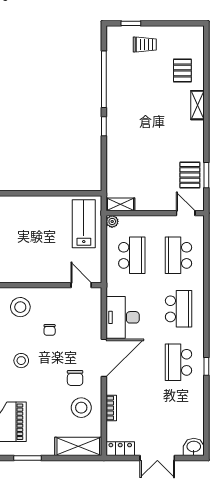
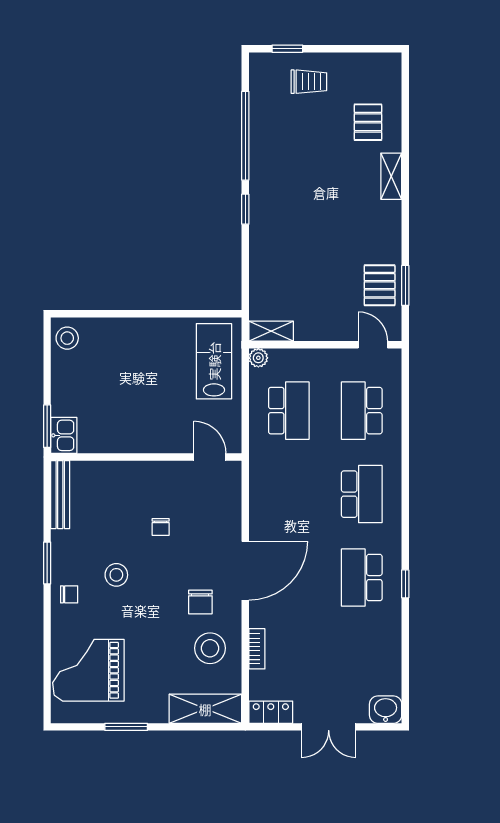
stool: (20, 307) -> (115, 491), removed
desk: (123, 317) -> (275, 507), removed

